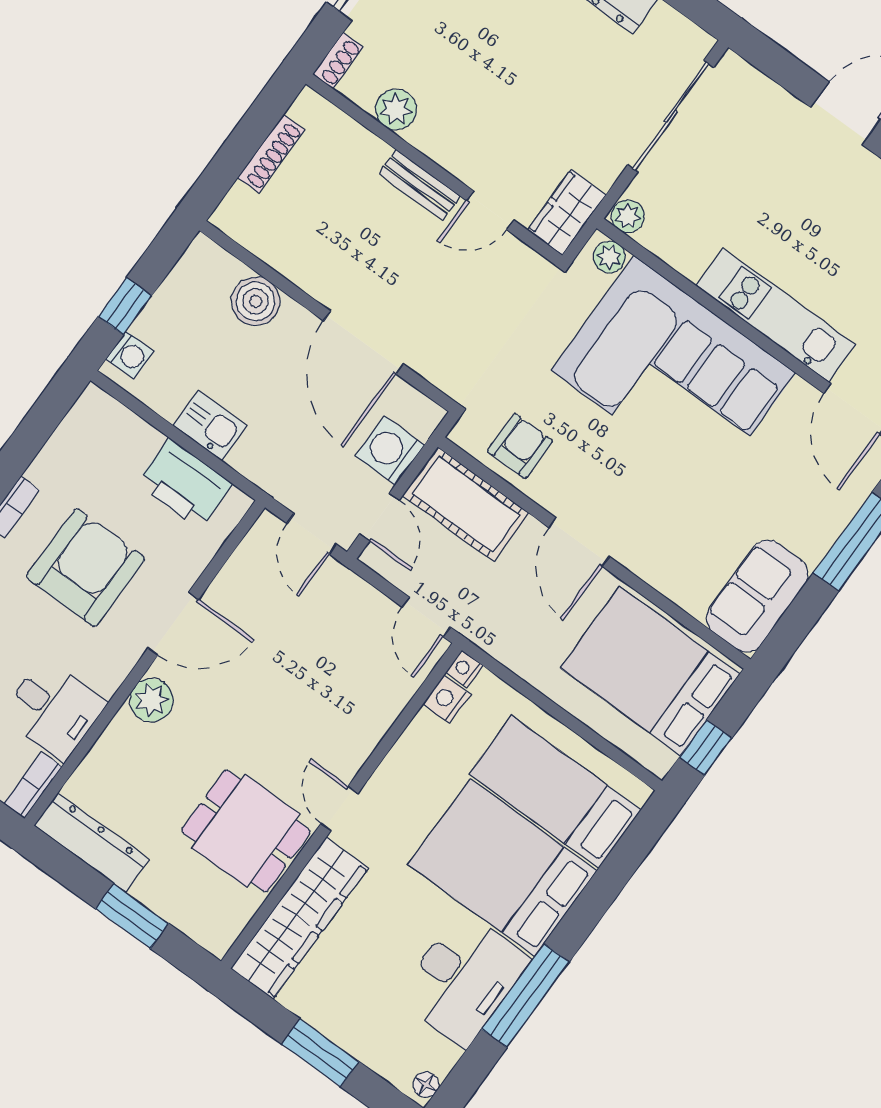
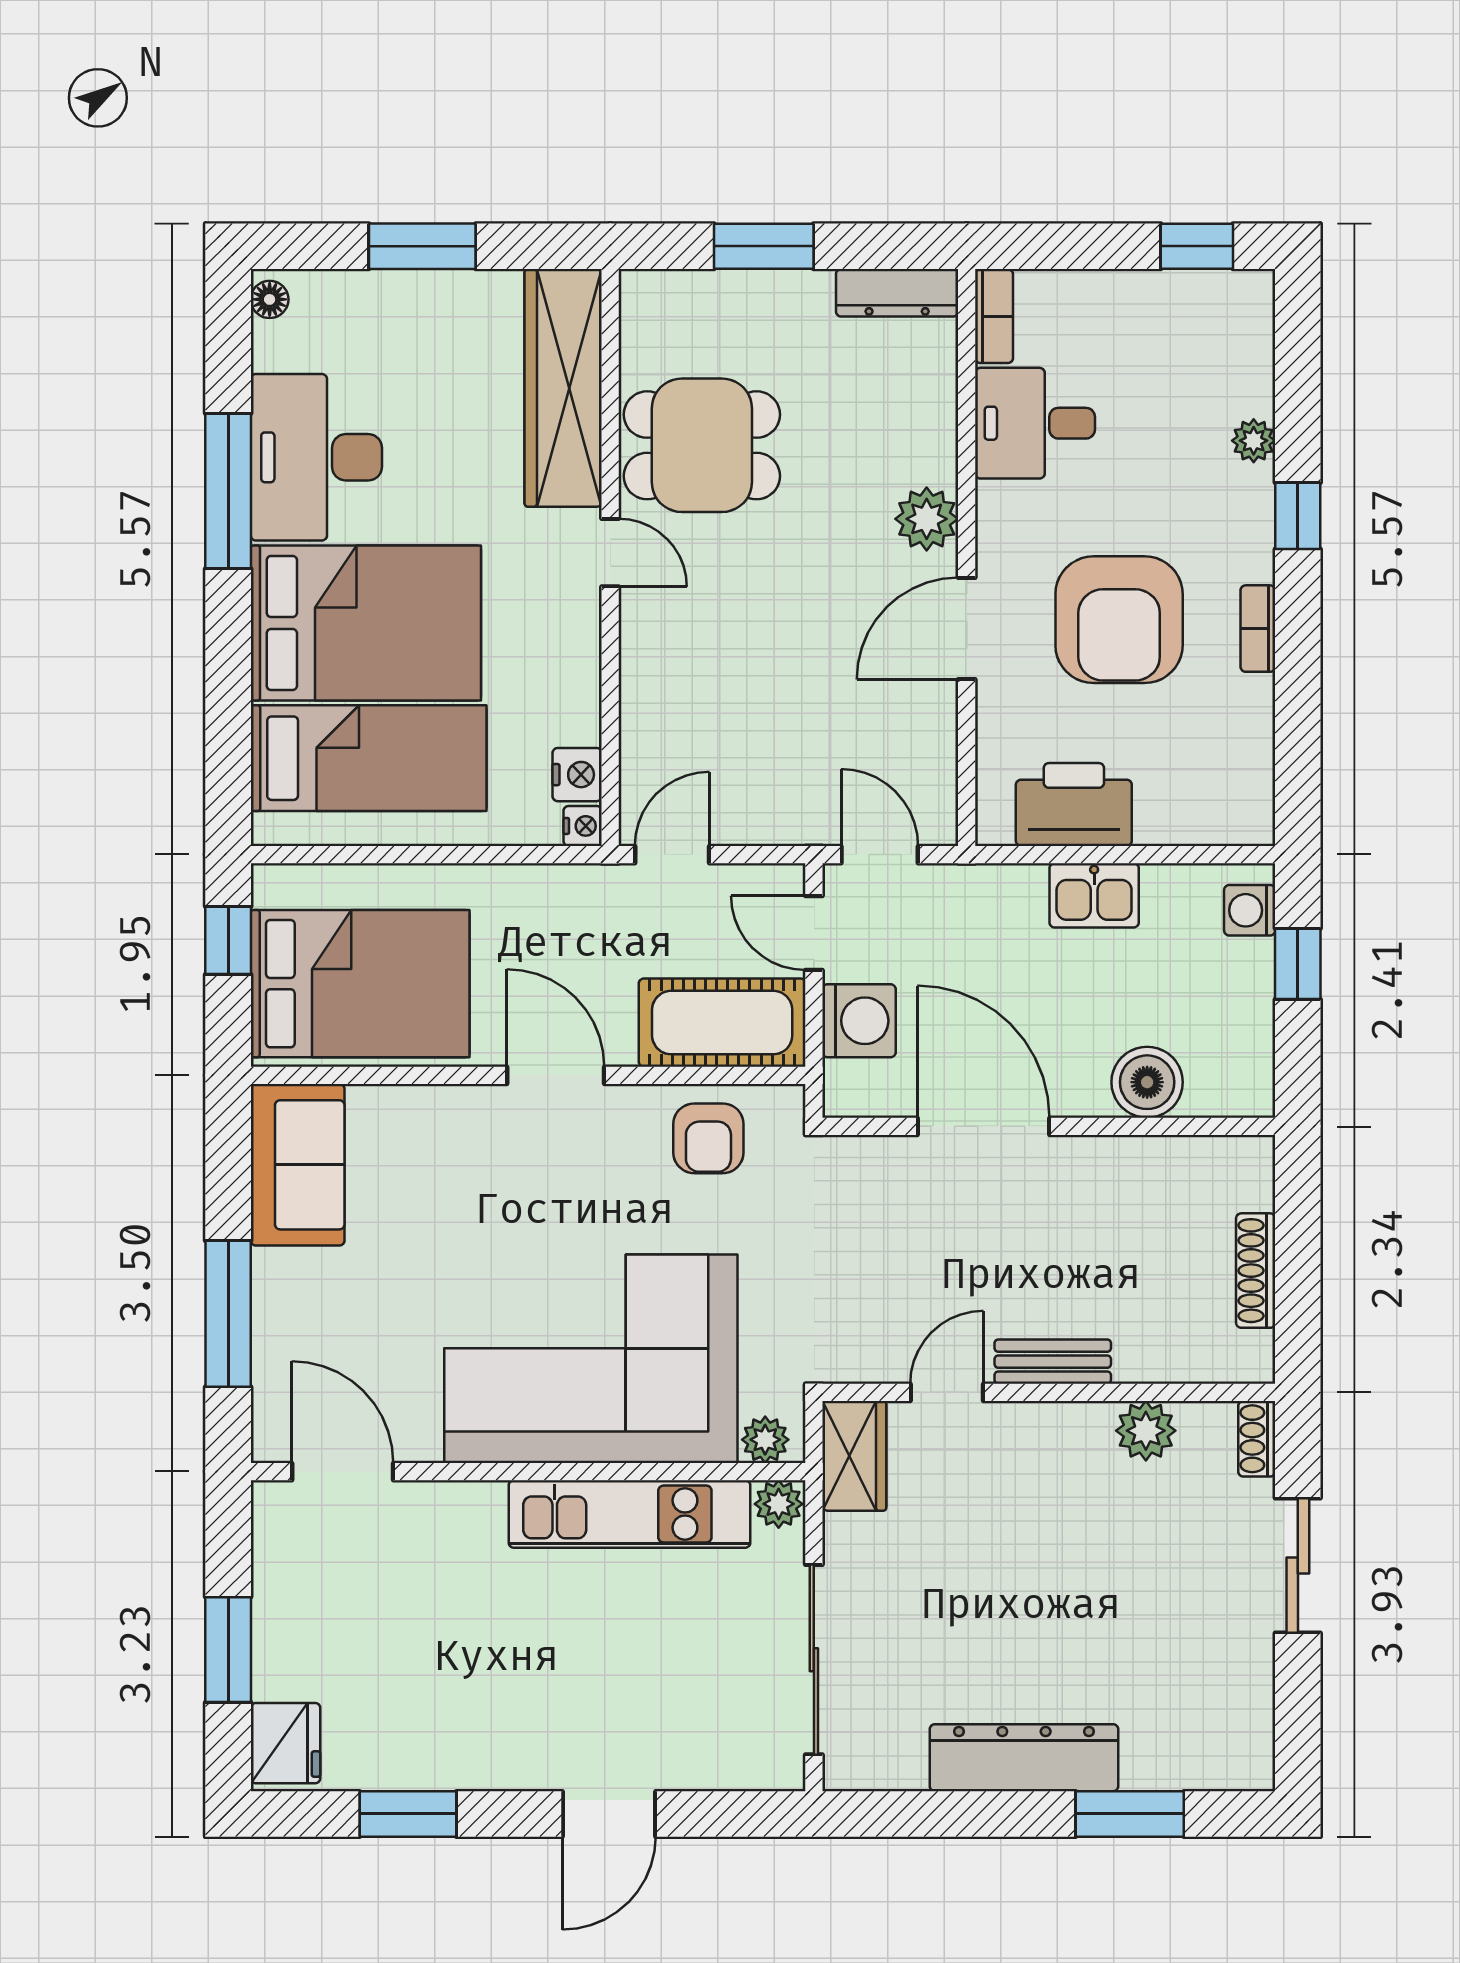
kitchen unit: (776, 315) -> (629, 1514), moved
door: (426, 617) -> (672, 855), hinge flipped
dresser: (92, 843) -> (897, 293), width x0.73, depth x0.80

